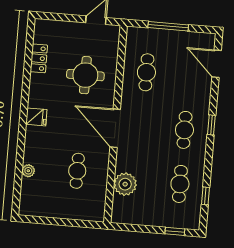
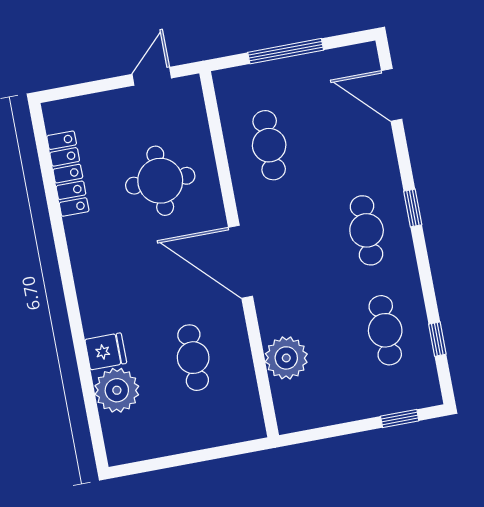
locker: (39, 58) -> (68, 174), width x1.53
fridge: (36, 117) -> (106, 351), moved
plant: (28, 171) -> (117, 390), width x1.88, depth x1.88

